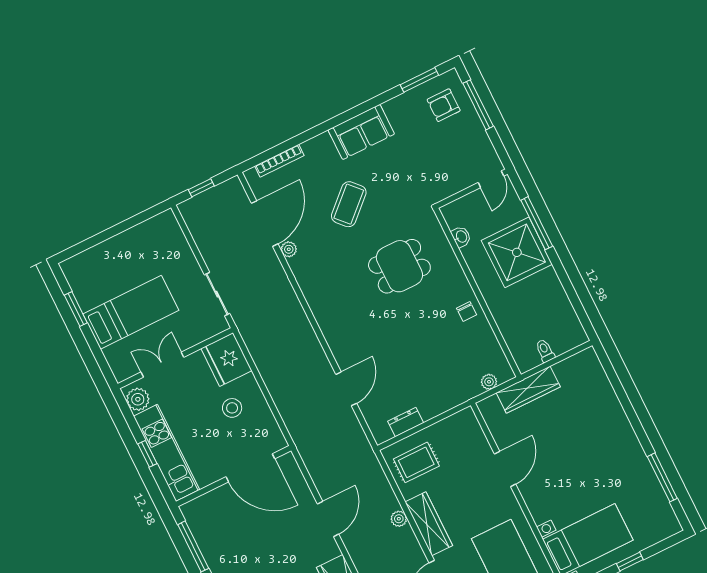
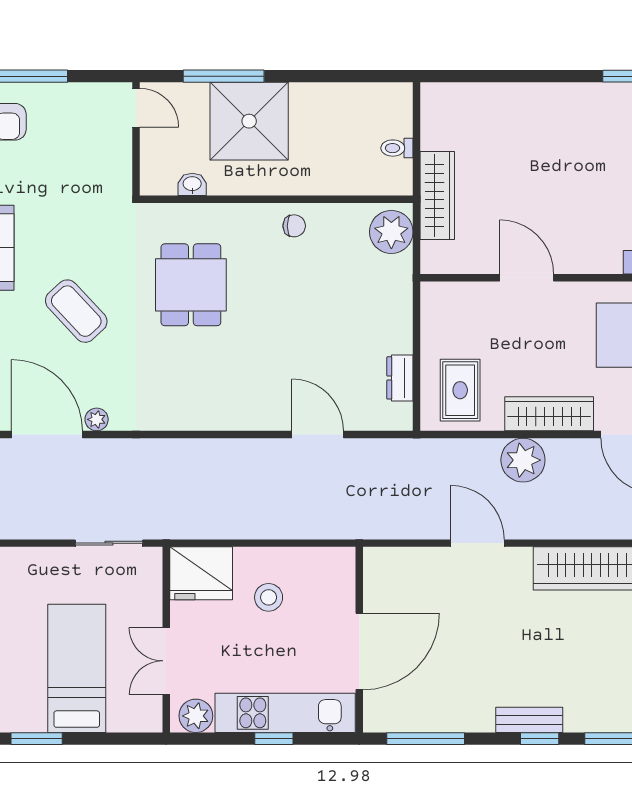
plant: (489, 382) -> (391, 232), width x1.87, depth x1.87
door: (250, 468) -> (359, 651), moved
plant: (399, 519) -> (523, 460), width x1.88, depth x1.88

